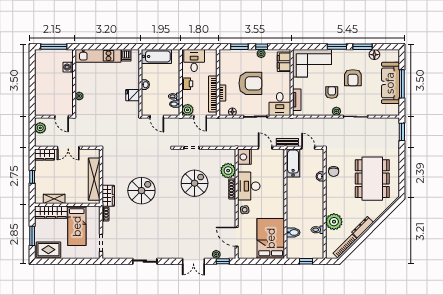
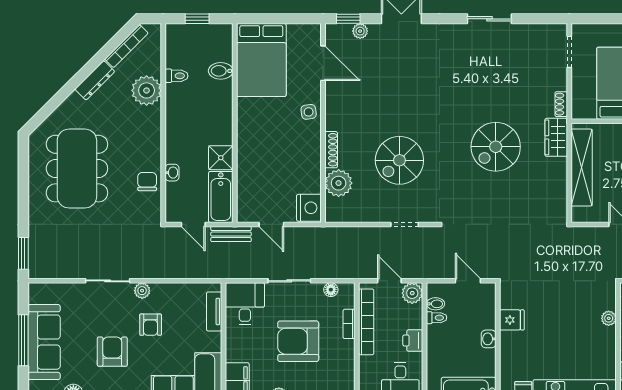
shower: (293, 185) -> (221, 158), added
desk: (249, 186) -> (301, 155), removed

